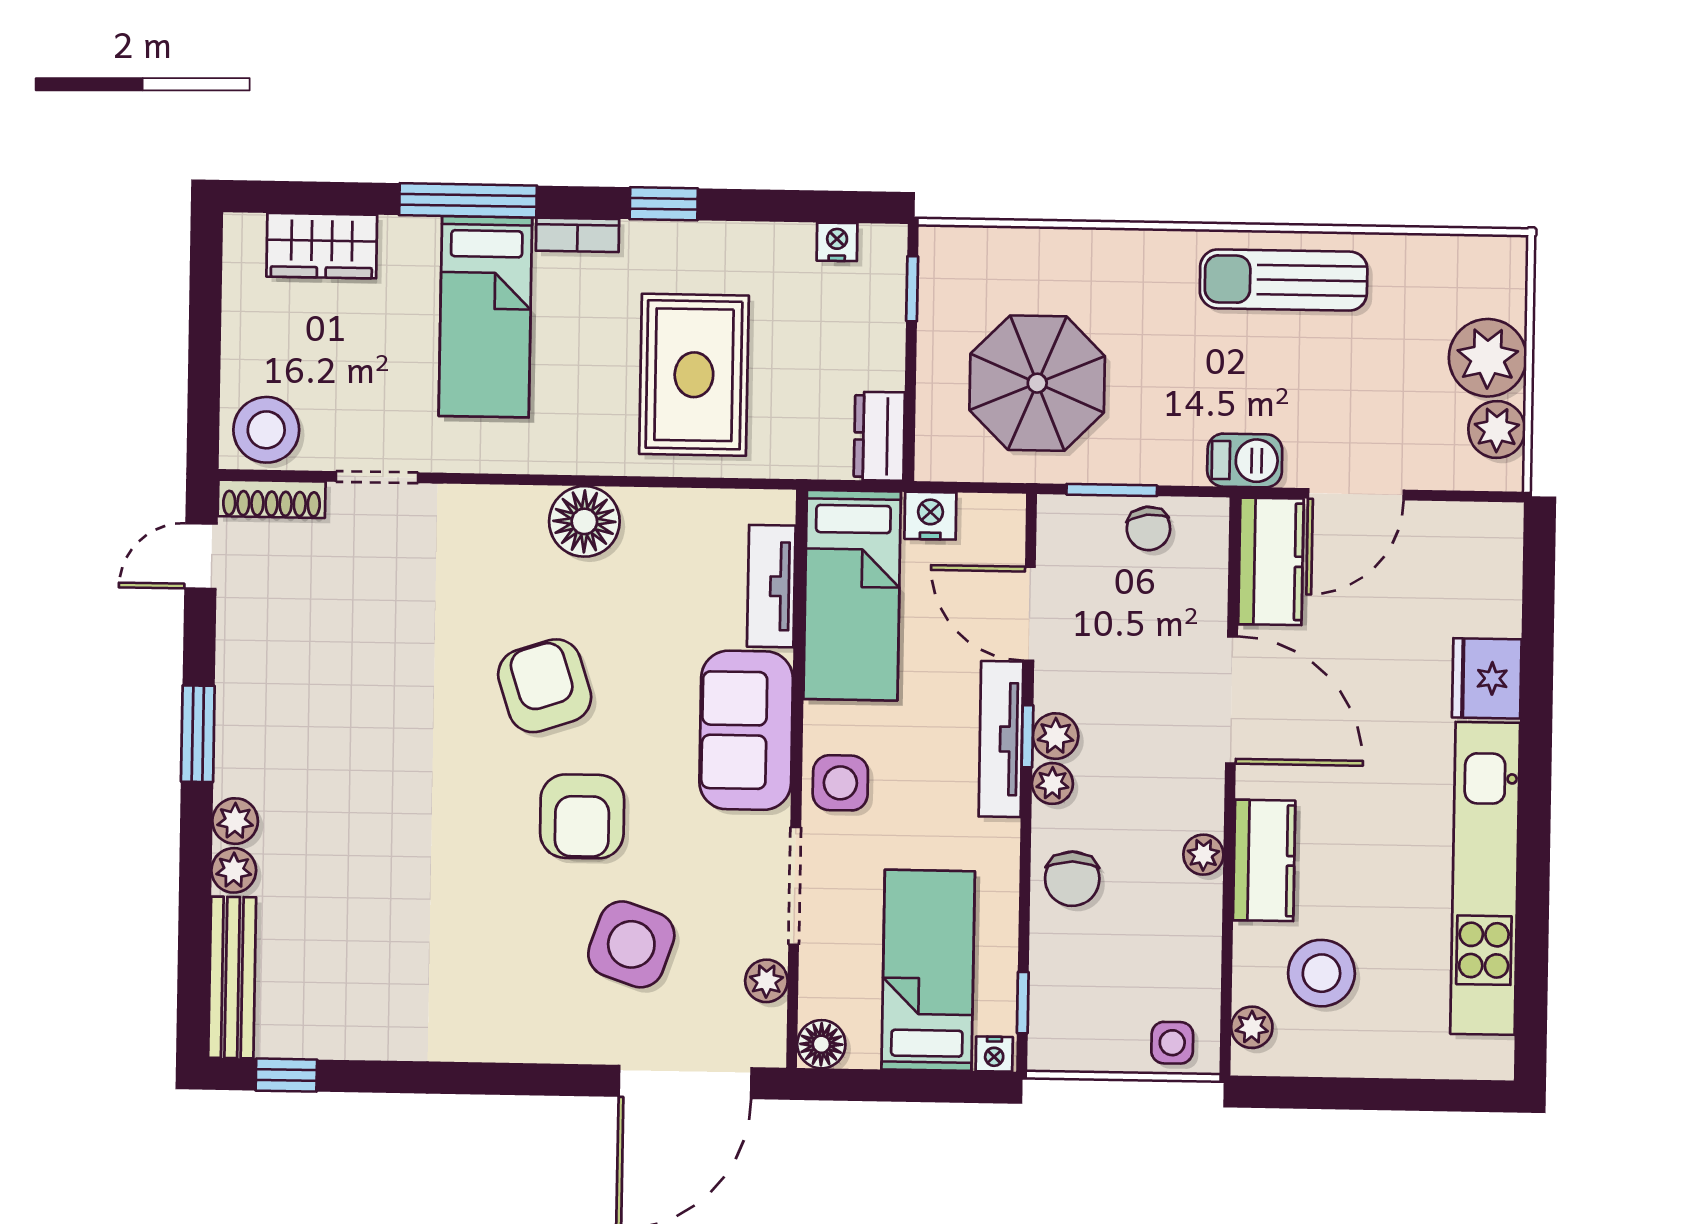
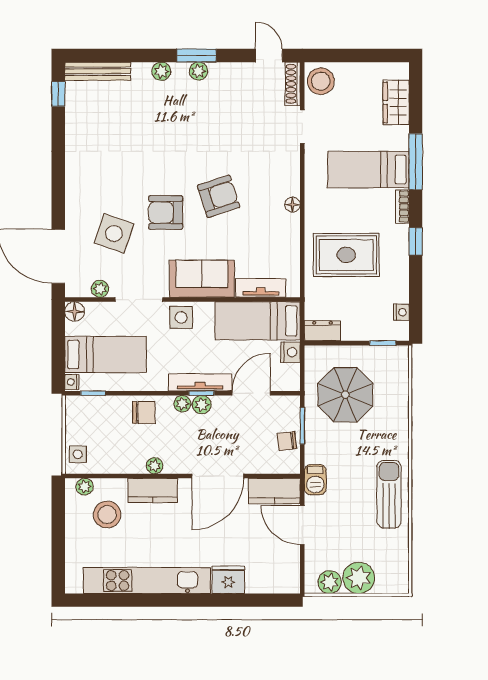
floor lamp: (584, 521) -> (293, 205), width x0.53, depth x0.53
plant: (234, 870) -> (198, 71), moved
chair: (1072, 879) -> (144, 412), turned 180

